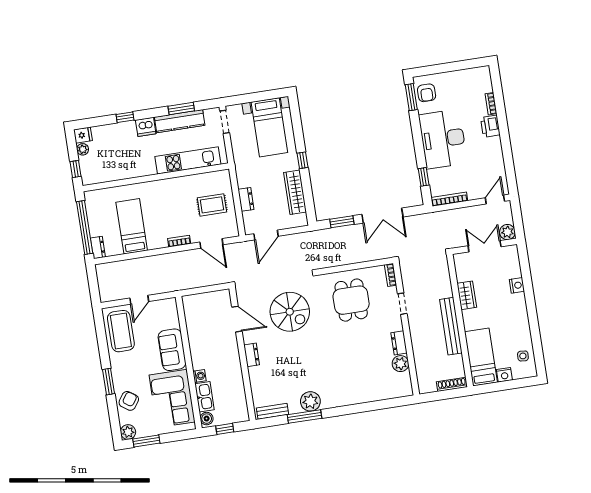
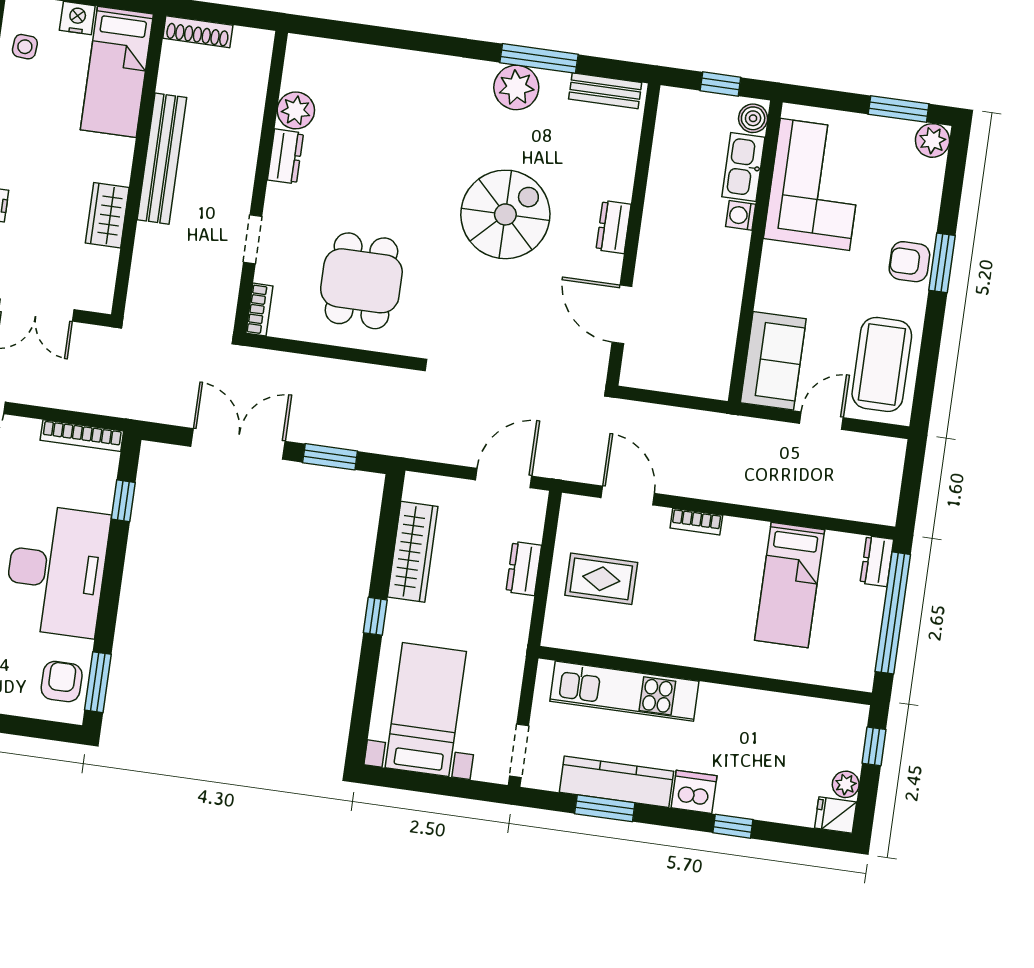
spiral stairs: (290, 312) -> (505, 214), moved, turned 90
sofa: (172, 350) -> (773, 361), moved
armchair: (129, 401) -> (909, 262), moved, turned 55

